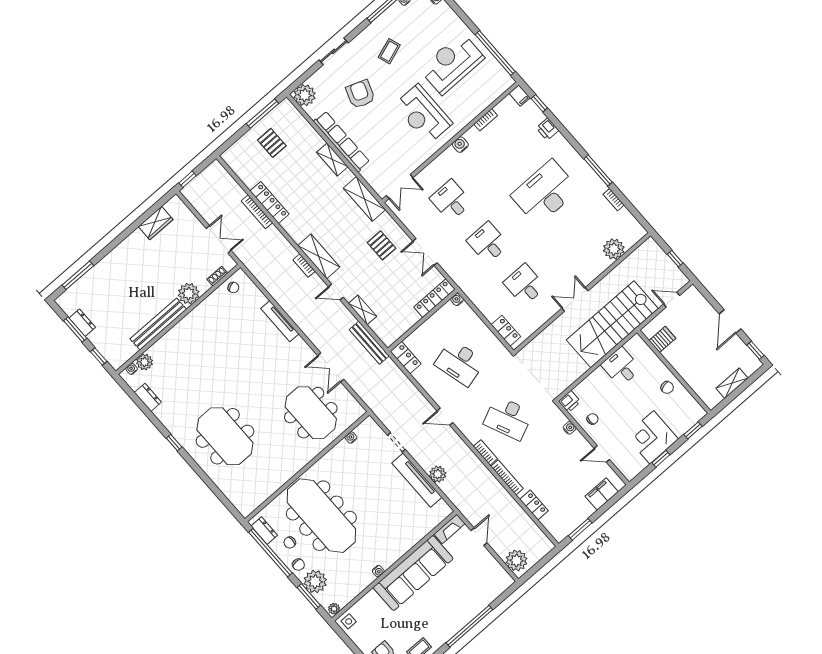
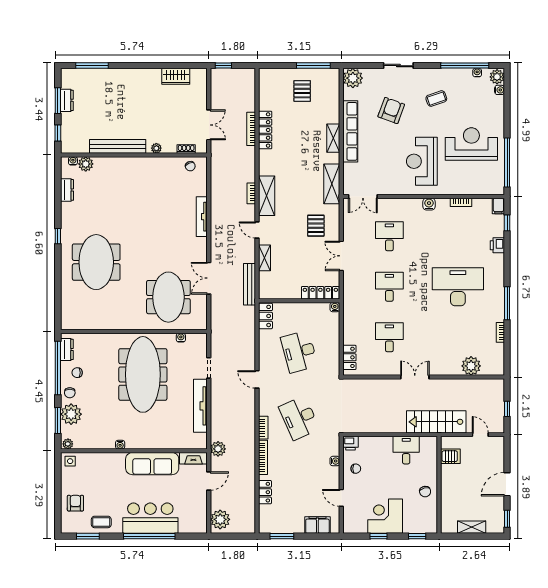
plant: (189, 294) -> (156, 148), width x0.53, depth x0.53
stairs: (612, 324) -> (436, 422), width x0.73, depth x0.66
plant: (438, 474) -> (218, 449), moved
meeting table: (321, 516) -> (143, 374), moved
sofa: (413, 573) -> (152, 464), width x0.74, depth x0.79
bar counter: (457, 610) -> (150, 518), added

